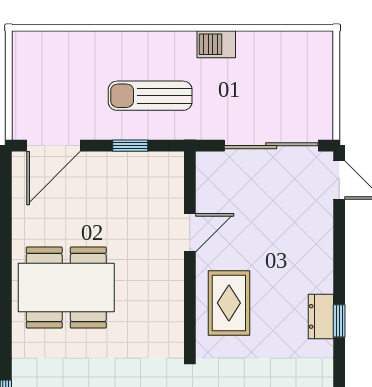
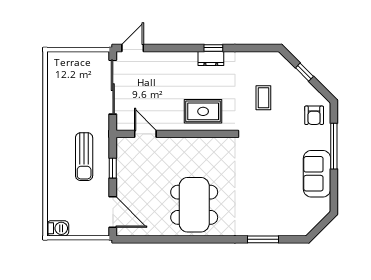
barbecue: (216, 44) -> (58, 228), moved, turned -90
door: (190, 233) -> (145, 134), moved

